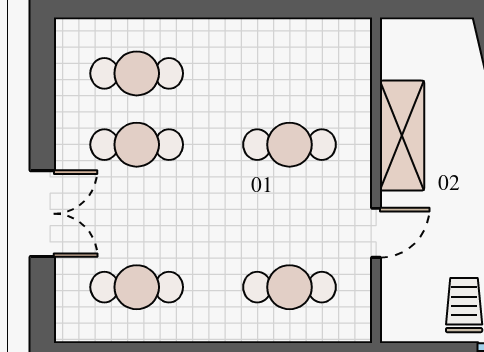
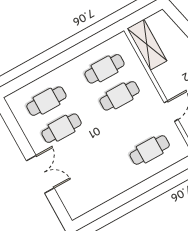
shelving: (402, 136) -> (147, 45), moved
cafe table: (137, 287) -> (104, 69), moved

